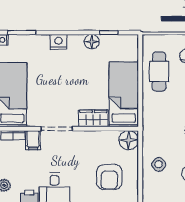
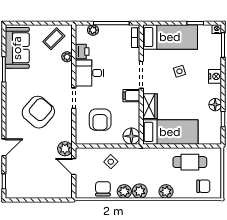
side table: (52, 84) -> (179, 71), added
filing cabinet: (33, 140) -> (131, 96), moved
armchair: (109, 177) -> (100, 120), turned -90

